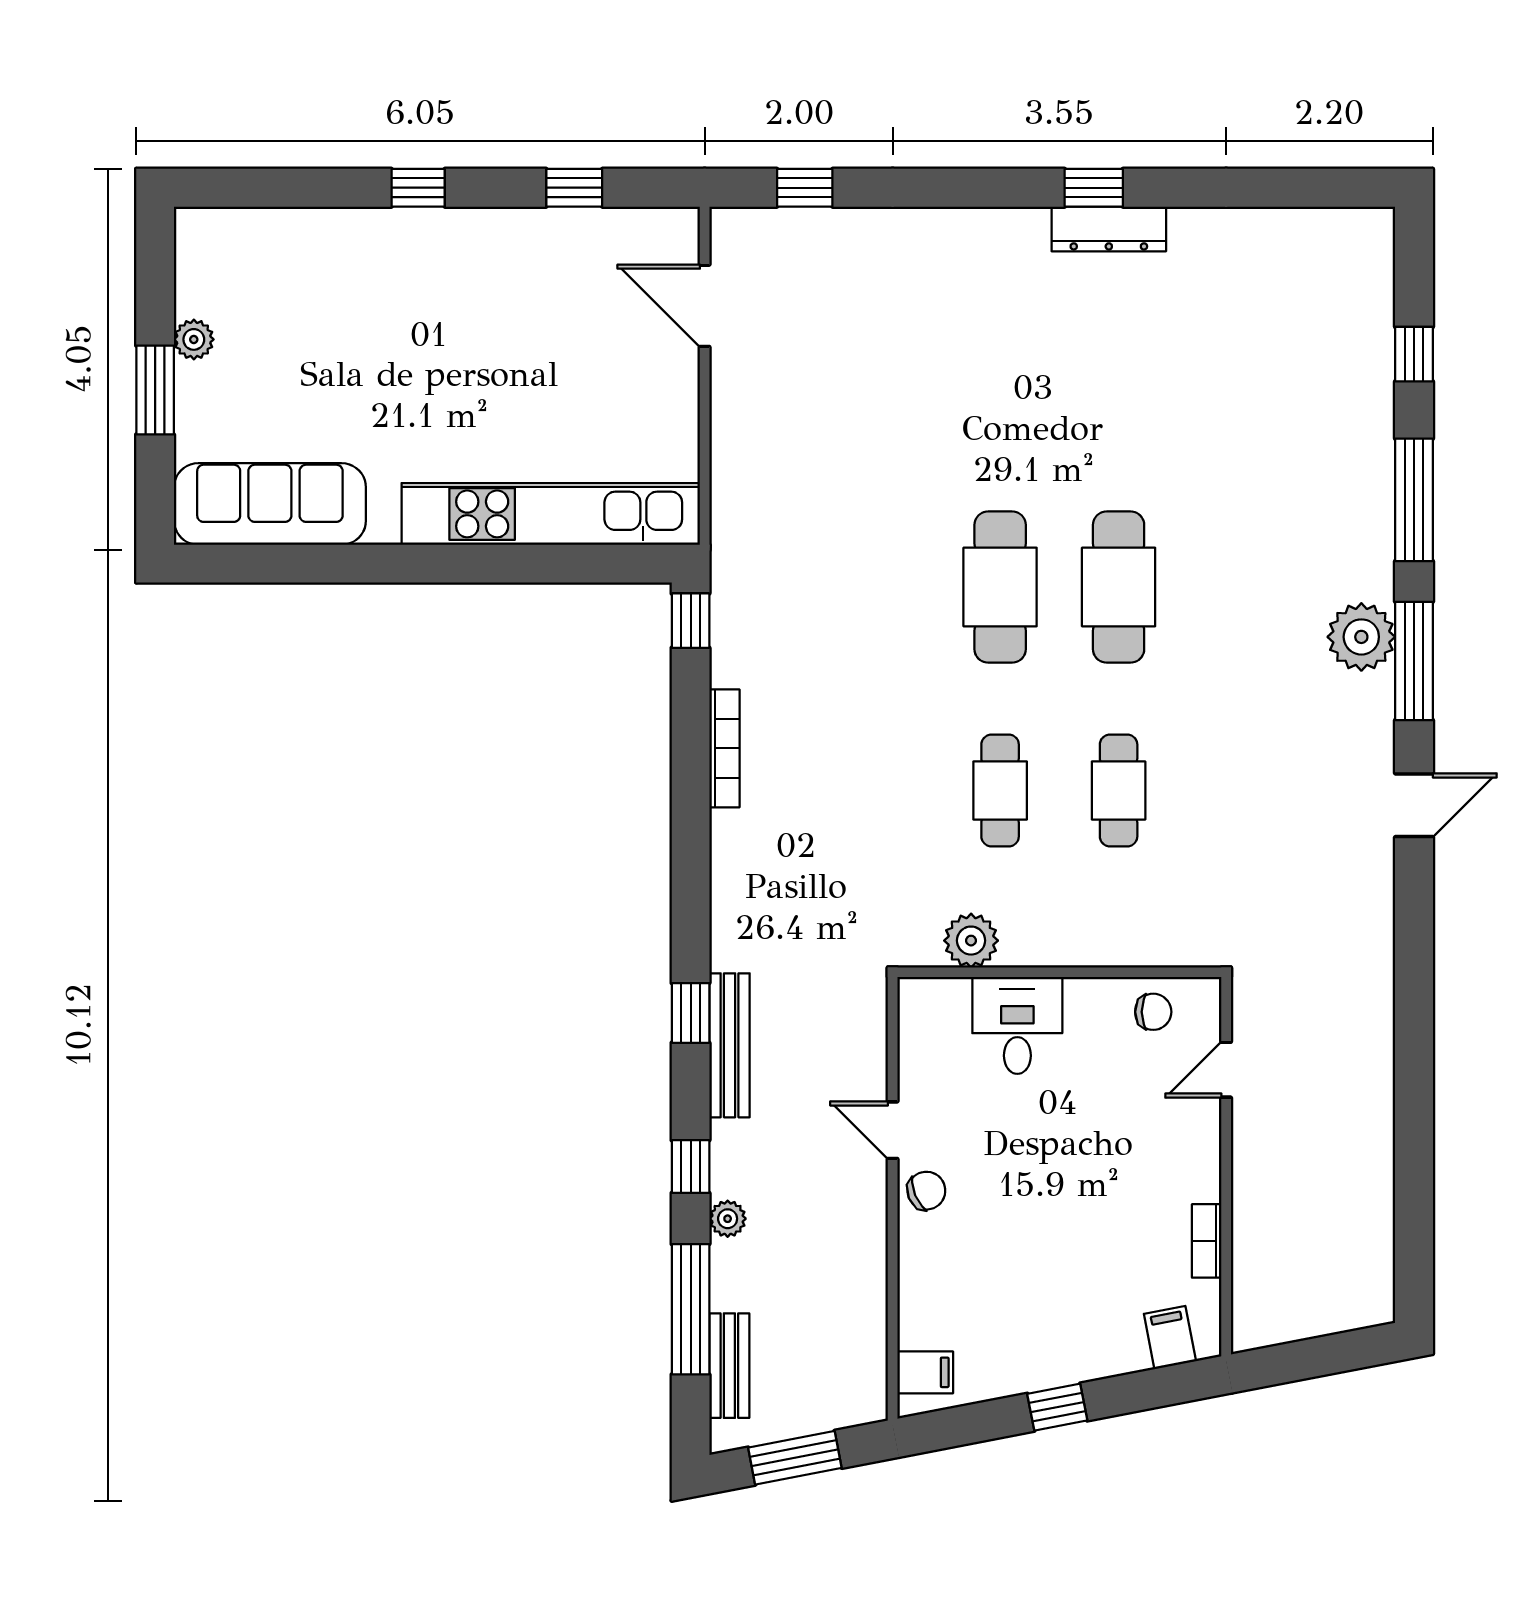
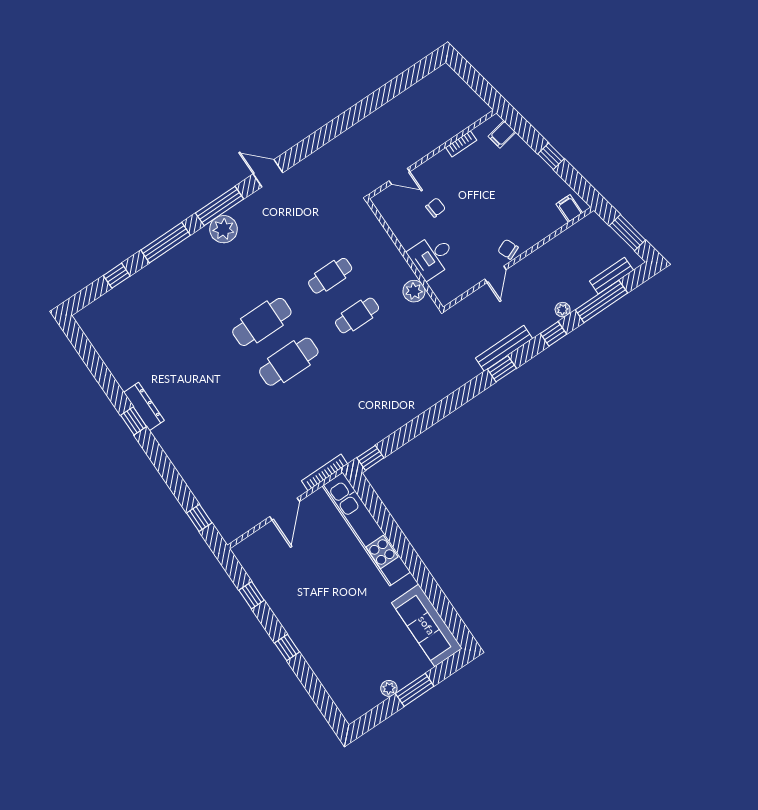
door: (705, 306) -> (285, 509), moved
bookcase: (724, 748) -> (324, 472), moved
chair: (1153, 1012) -> (436, 208), moved, turned 85

